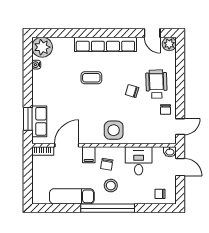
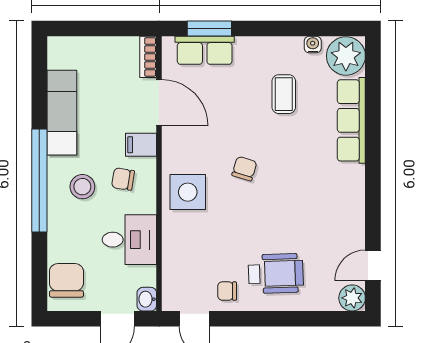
row of seats: (105, 44) -> (351, 120), moved, width x0.73
coffee table: (91, 78) -> (284, 94), moved
chair: (132, 91) -> (244, 169), moved
chair: (160, 194) -> (66, 280), width x1.87, depth x1.87

